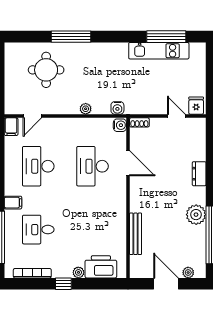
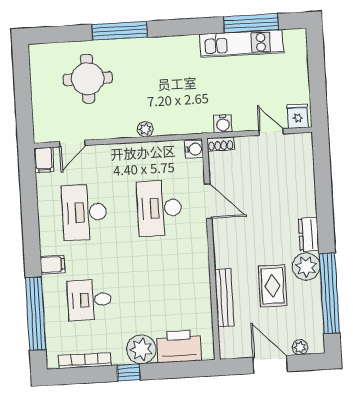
water cooler: (117, 108) -> (223, 124), moved
dresser: (199, 174) -> (309, 234), moved
rug: (171, 227) -> (273, 286), added
plant: (78, 272) -> (141, 349), width x1.88, depth x1.88

